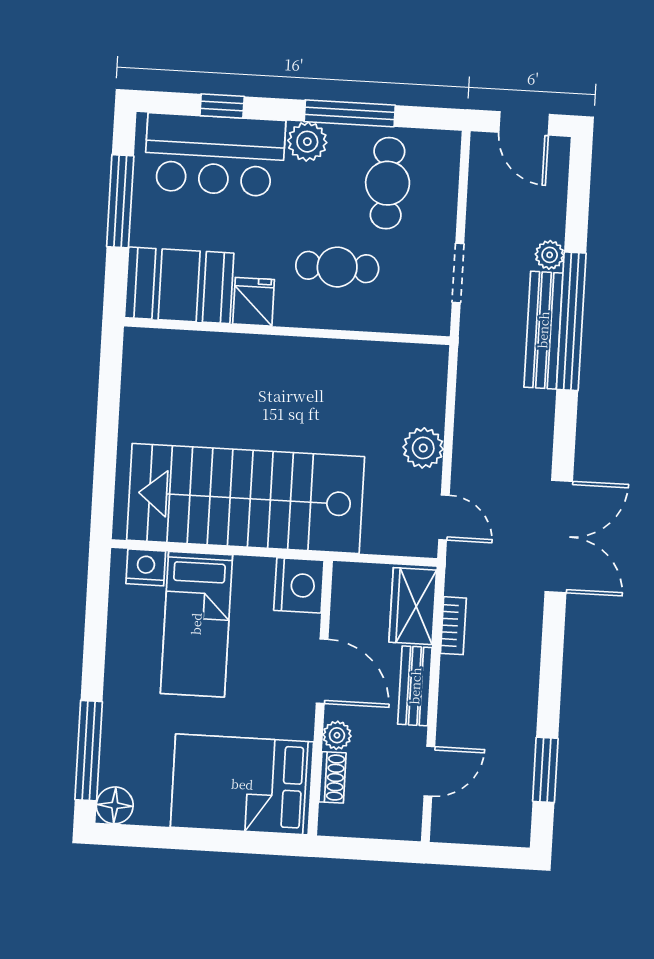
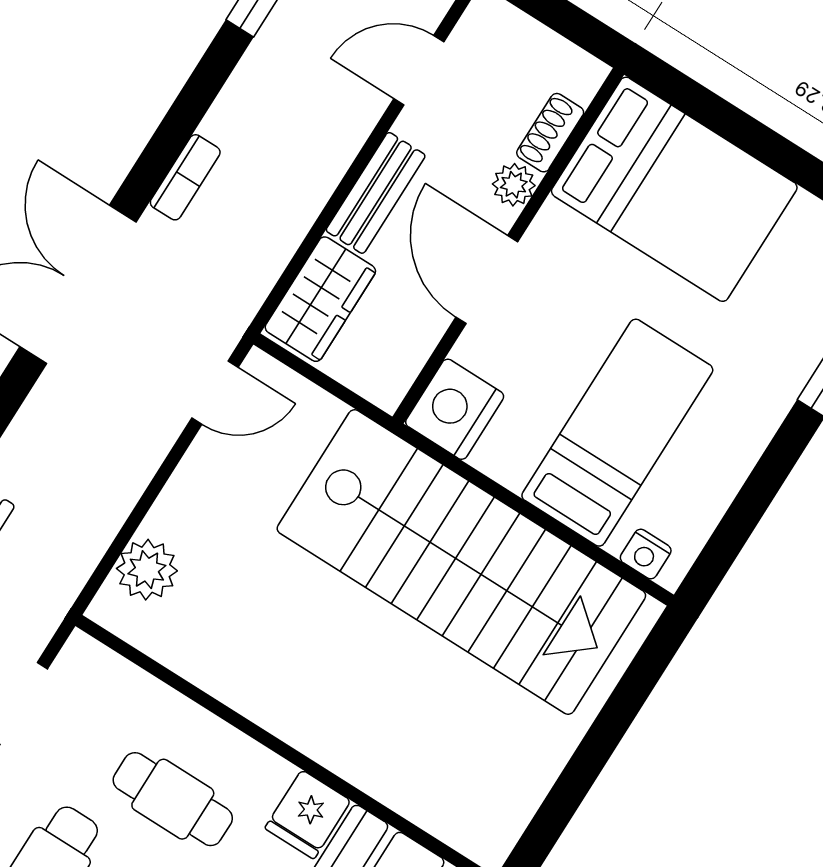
plant: (423, 448) -> (147, 570), moved
door: (444, 518) -> (215, 393), swing flipped
nightstand: (146, 567) -> (646, 554), width x0.72, depth x0.74
bookcase: (453, 626) -> (185, 177), moved, turned 180

